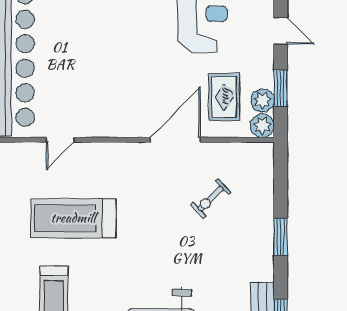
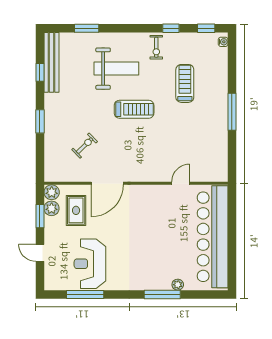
treadmill: (73, 218) -> (134, 109), moved, width x0.73, depth x0.73

